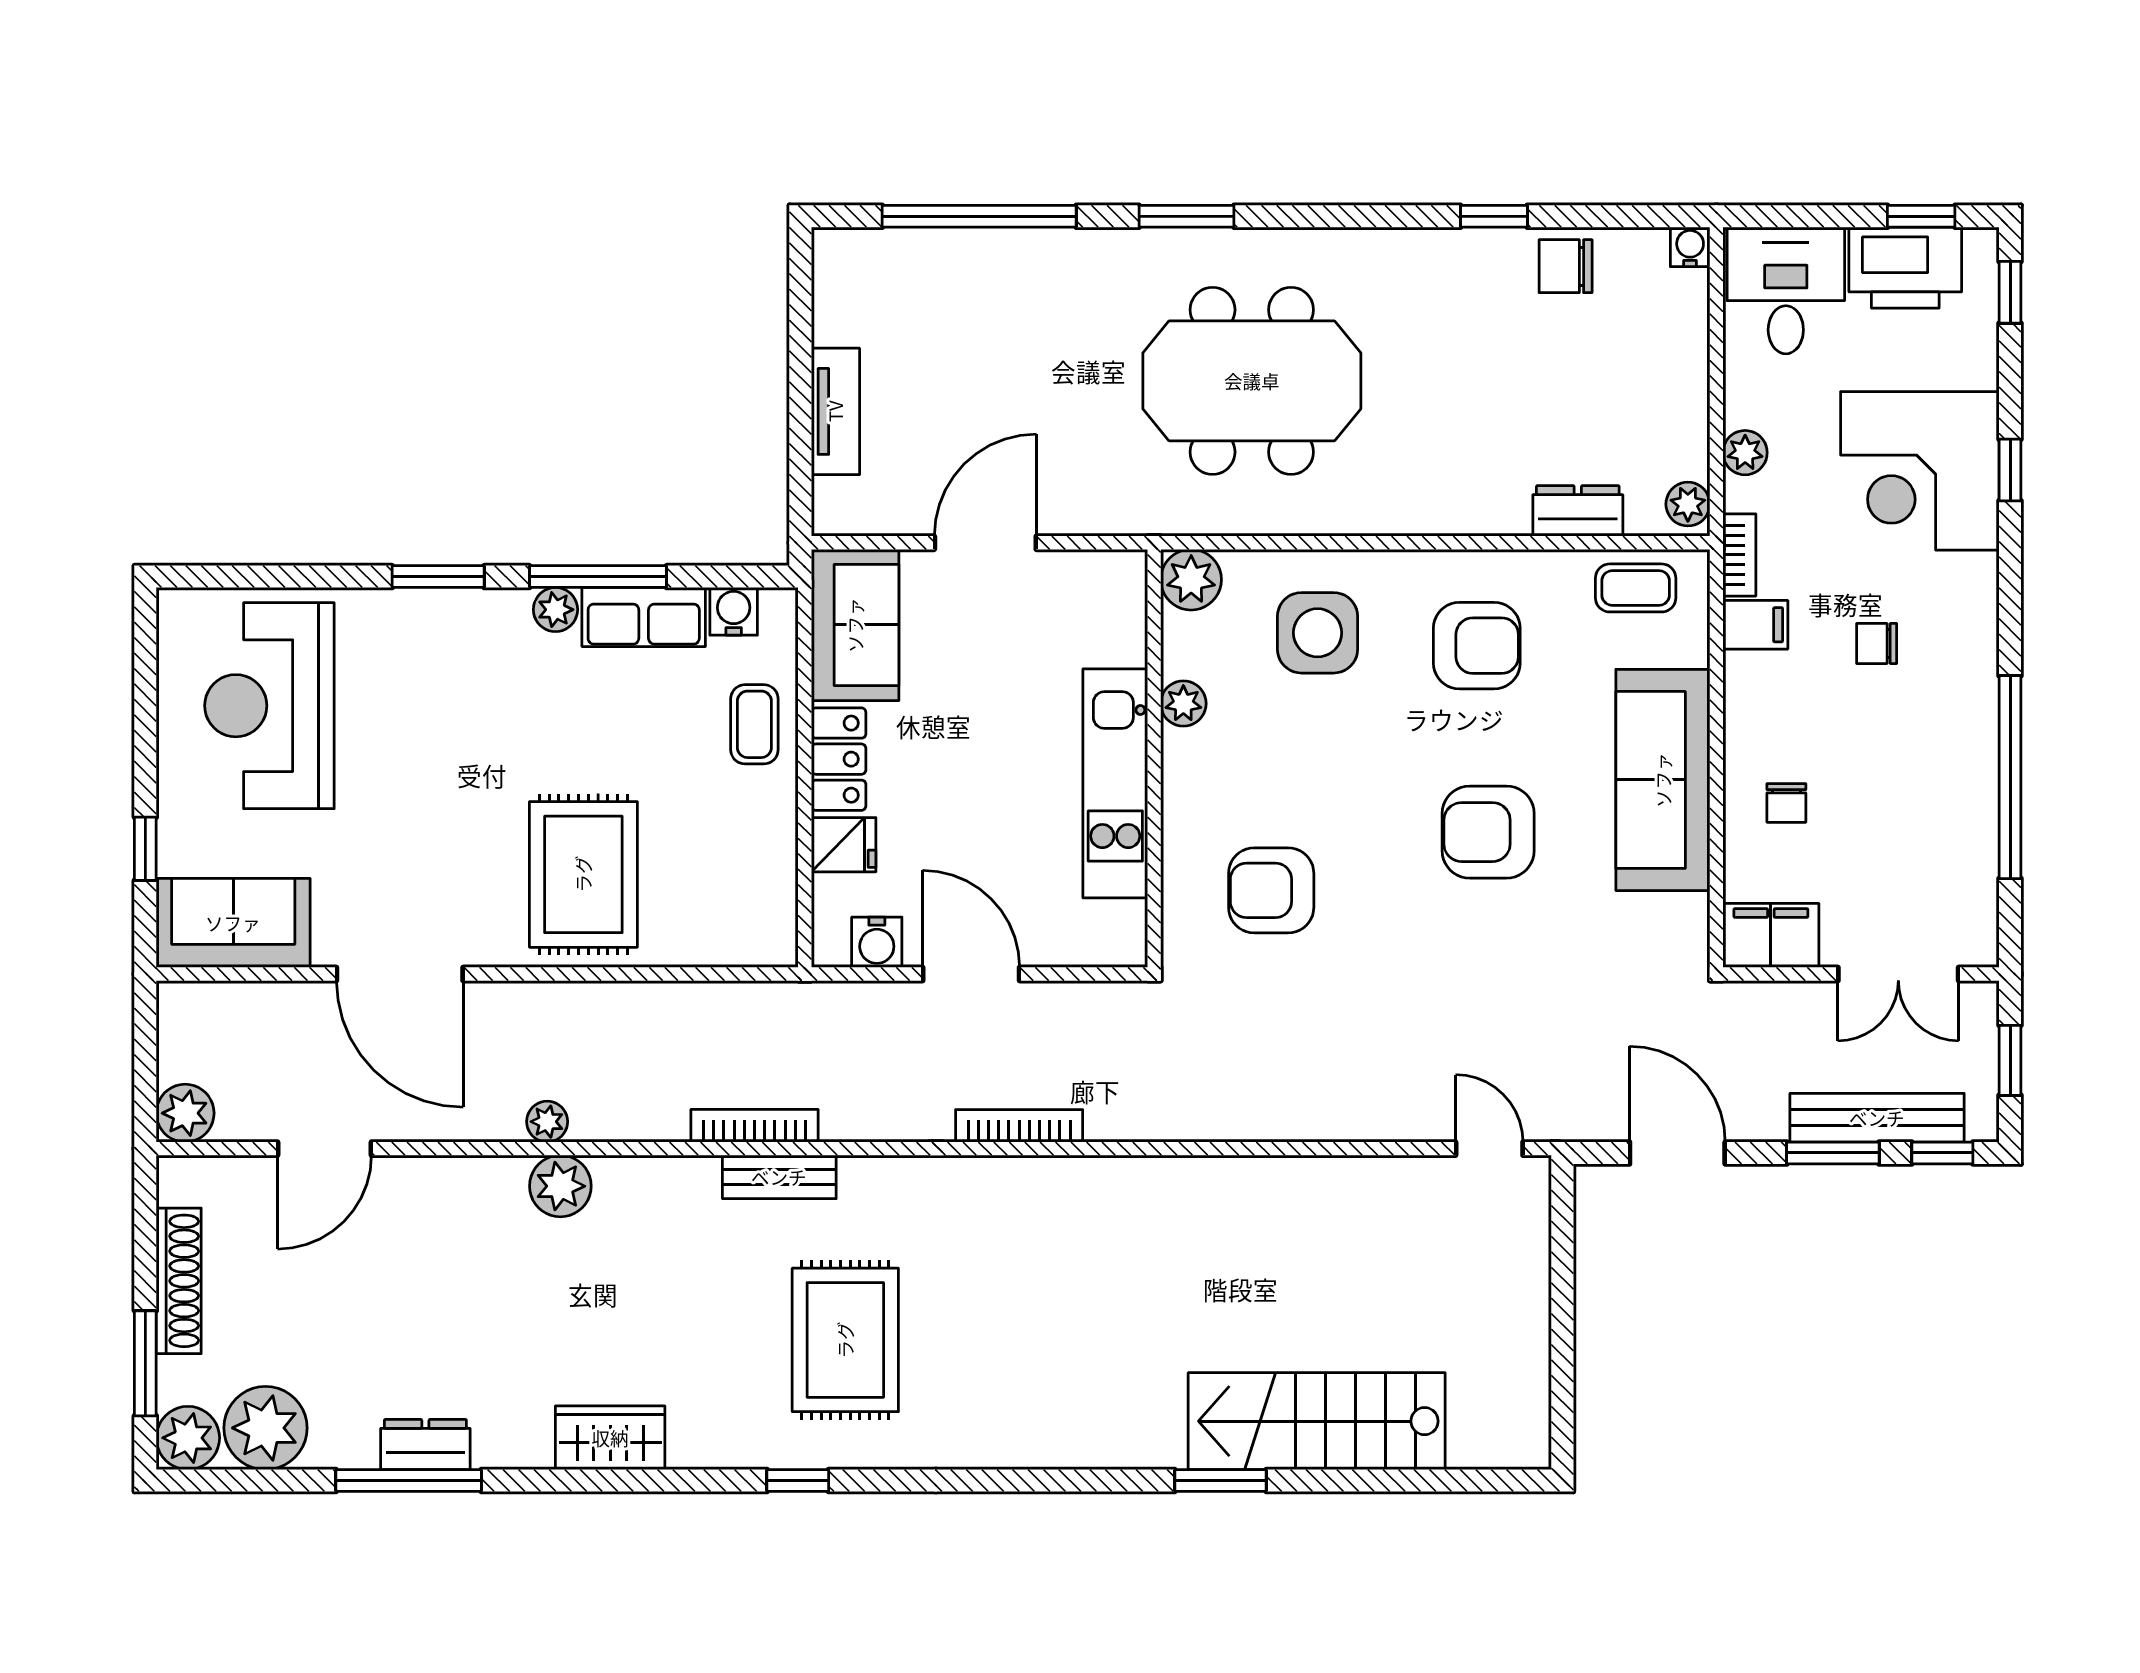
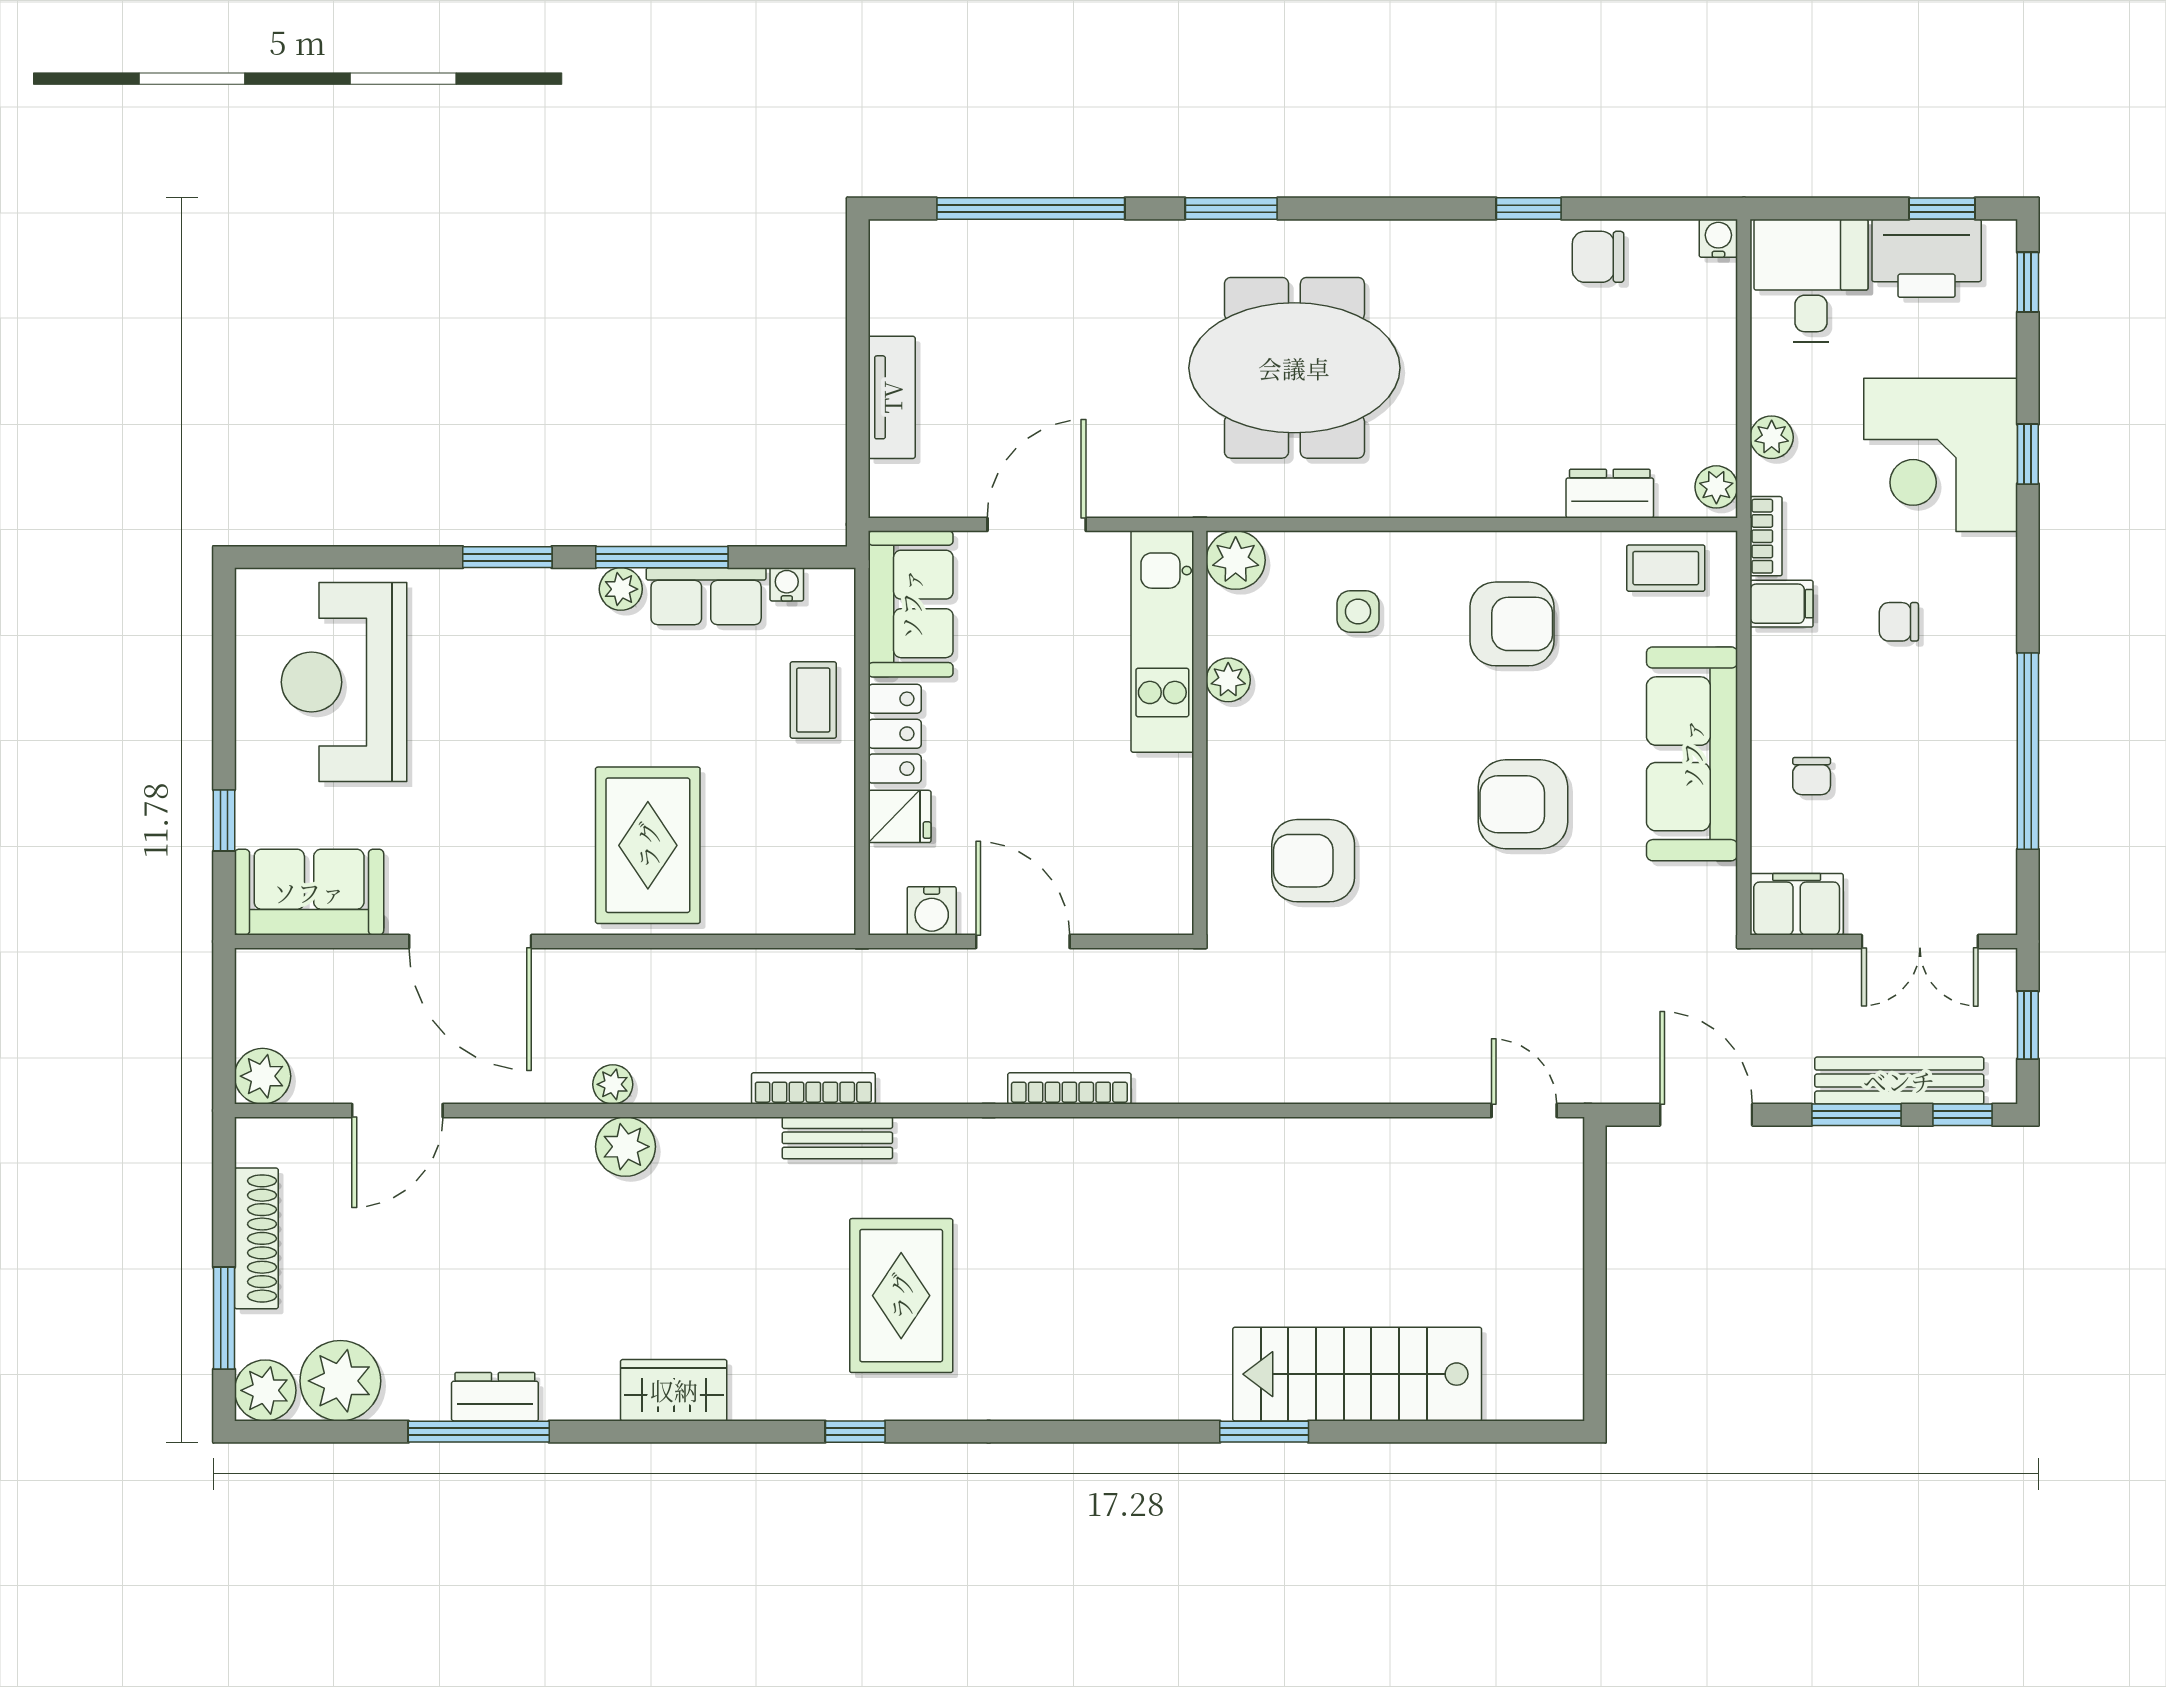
water cooler: (734, 611) -> (787, 584), width x0.72, depth x0.72
side table: (1318, 633) -> (1358, 612), width x0.54, depth x0.54
kitchen unit: (1115, 783) -> (1162, 642), moved

